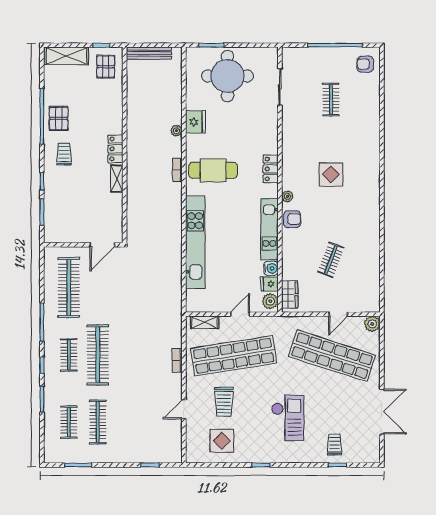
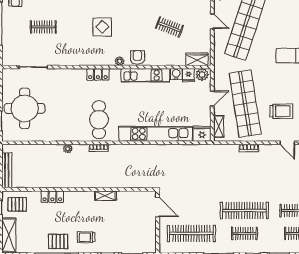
fridge: (195, 122) -> (202, 134), moved
locker: (115, 149) -> (52, 197), moved
door: (240, 314) -> (212, 98), swing flipped

